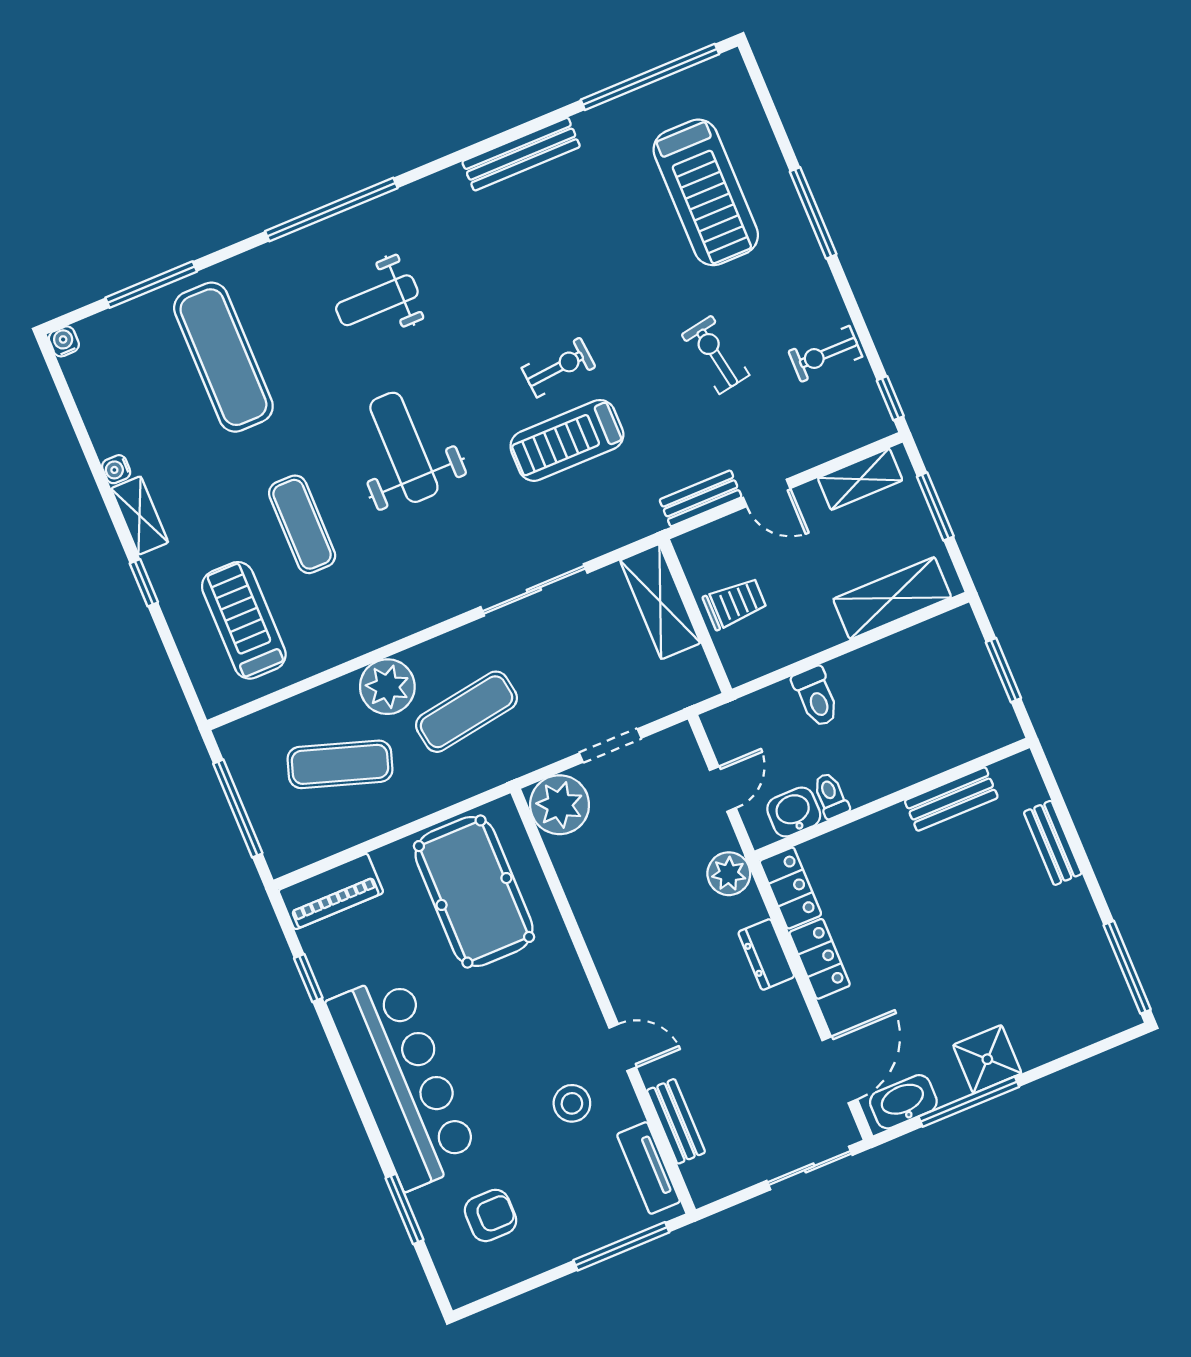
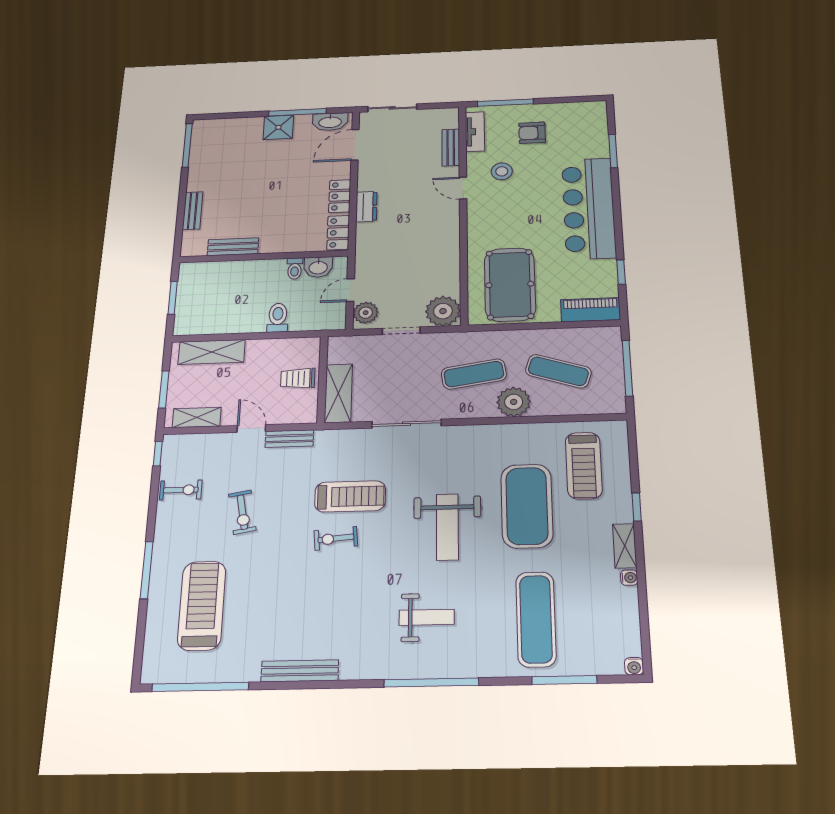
exercise mat: (302, 524) -> (527, 506), width x2.00, depth x1.45
plant: (729, 874) -> (366, 313), moved
armchair: (491, 1215) -> (532, 133), moved

